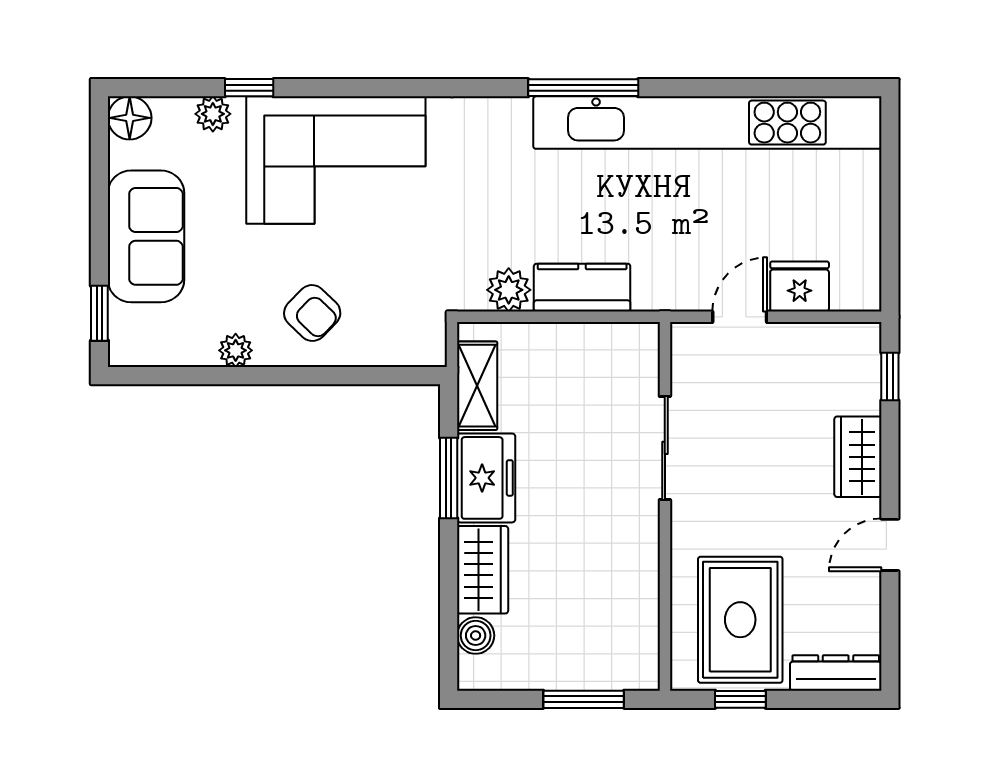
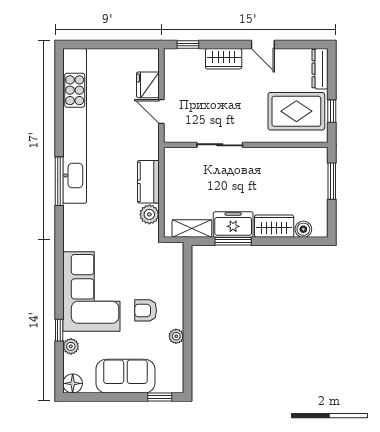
armchair: (312, 313) -> (146, 310), moved, turned -134

